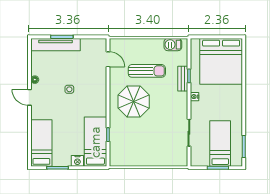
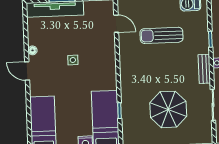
sun lounger: (147, 71) -> (161, 35), turned 180
bench: (183, 79) -> (204, 69), moved
parasol: (134, 101) -> (168, 109), moved

